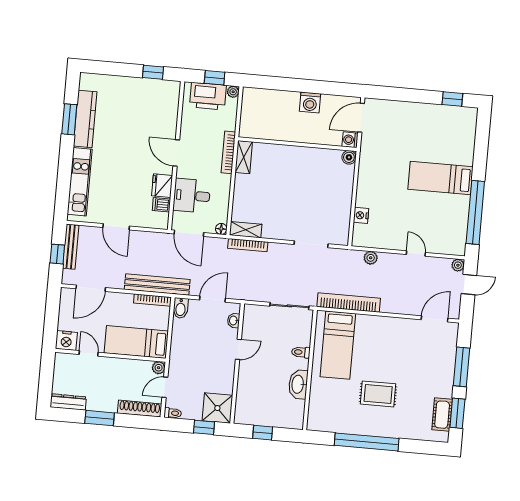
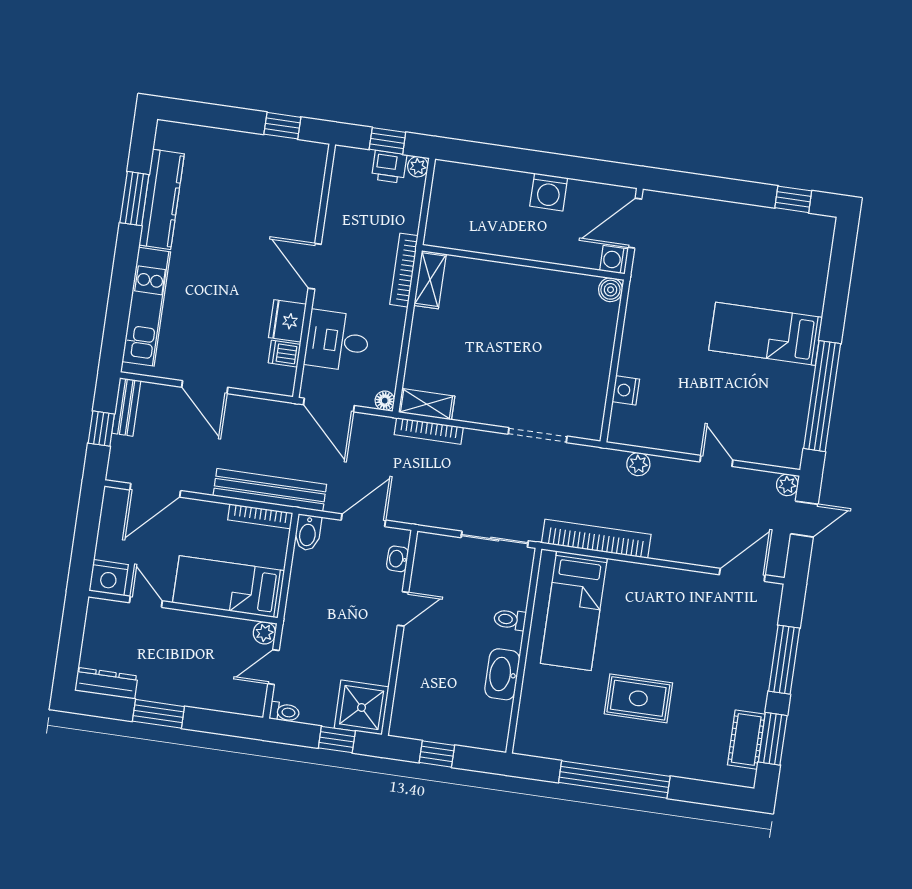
printer: (208, 96) -> (389, 167), width x0.53, depth x0.68
bench: (71, 247) -> (126, 407), width x0.73
shoe rack: (140, 409) -> (228, 701), removed

